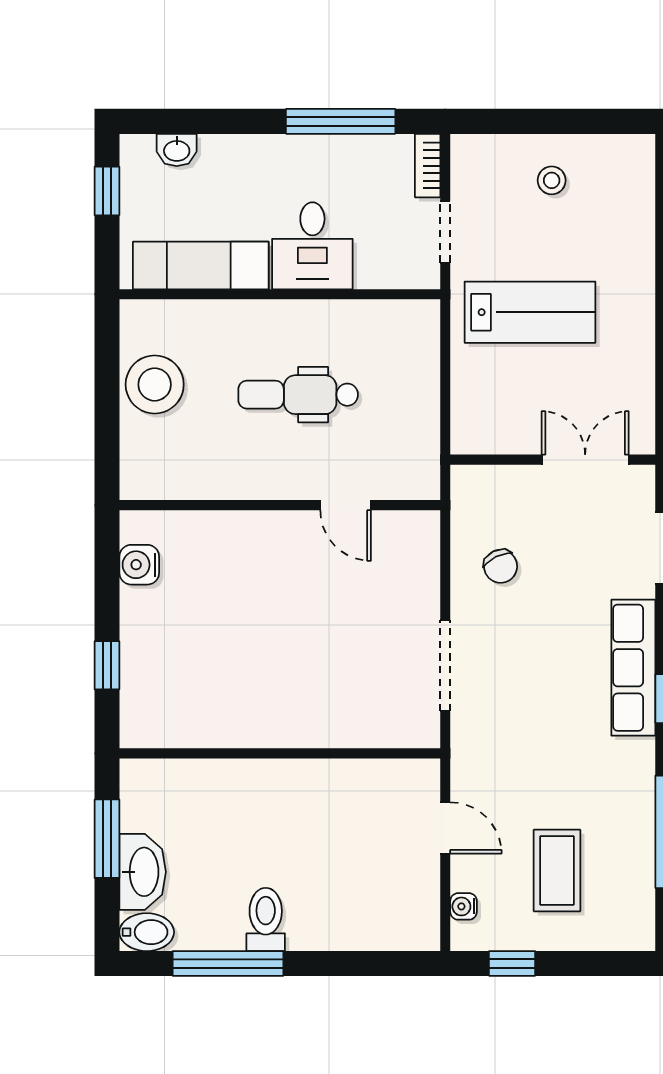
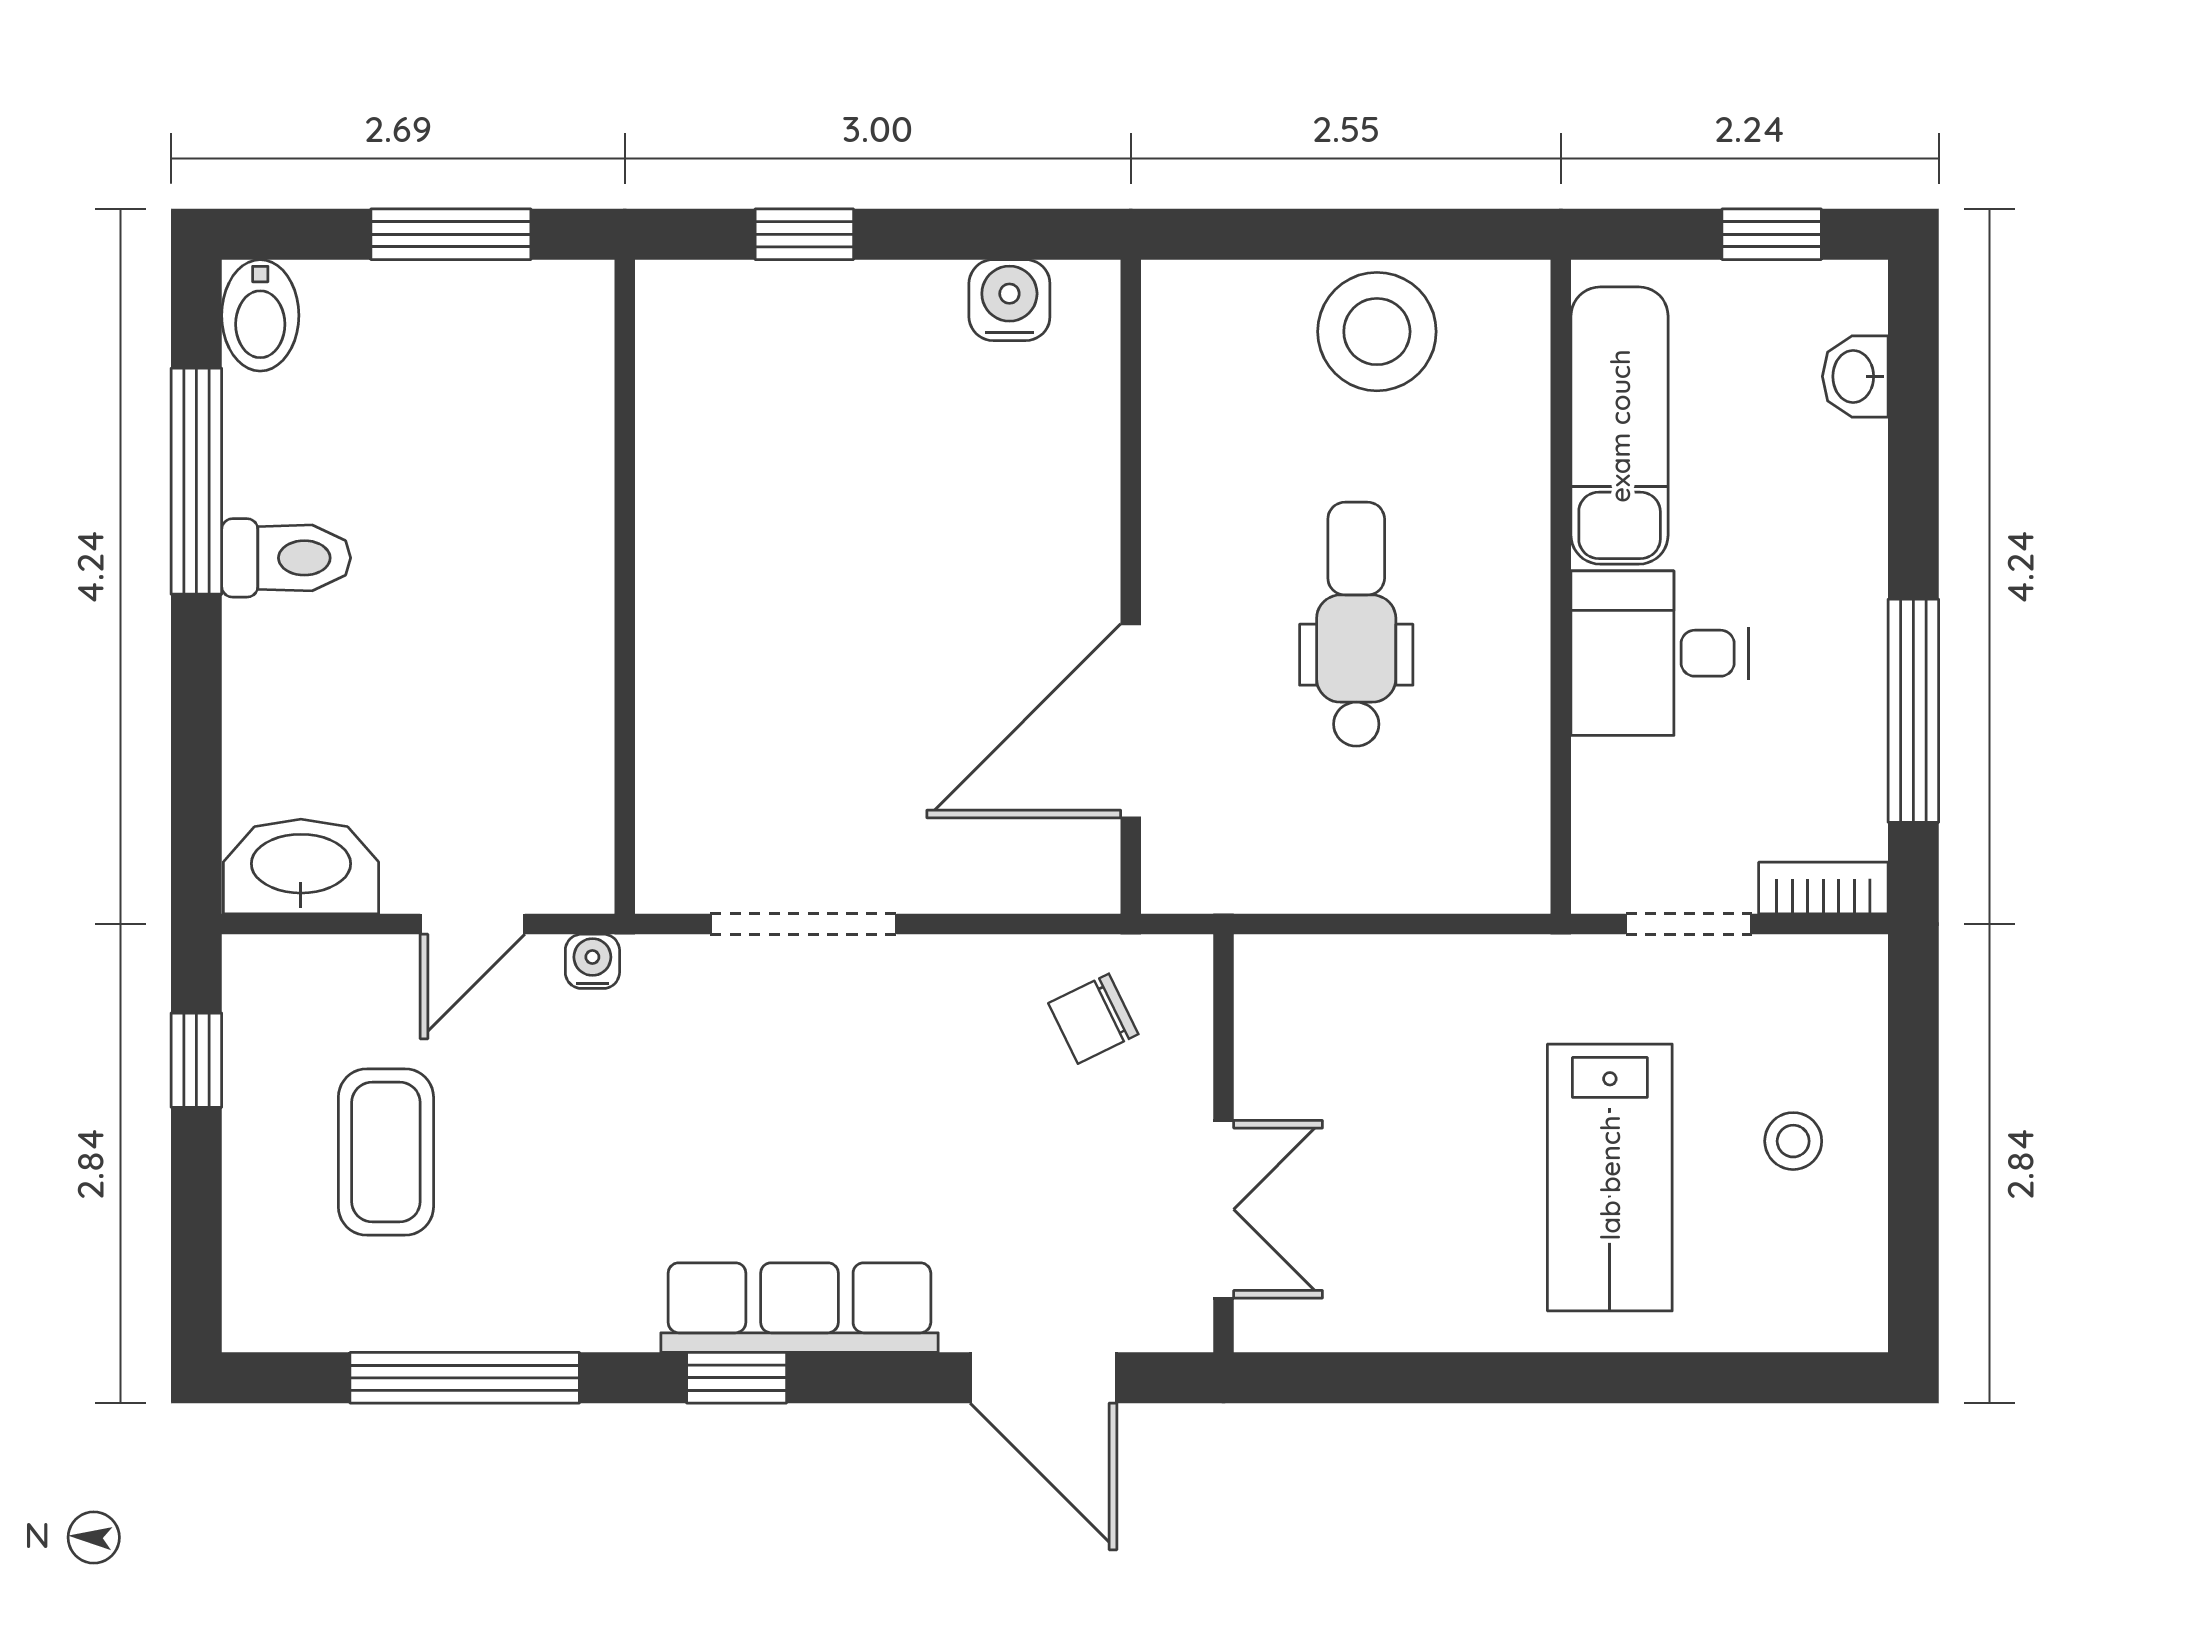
lab bench: (530, 312) -> (1610, 1178), moved
door: (346, 505) -> (1131, 721), width x1.88
chair: (501, 566) -> (1093, 1019), moved
coffee table: (557, 870) -> (386, 1152), turned 90
washbasin: (143, 872) -> (301, 867), moved, turned 180
water cooler: (464, 906) -> (592, 961), moved

